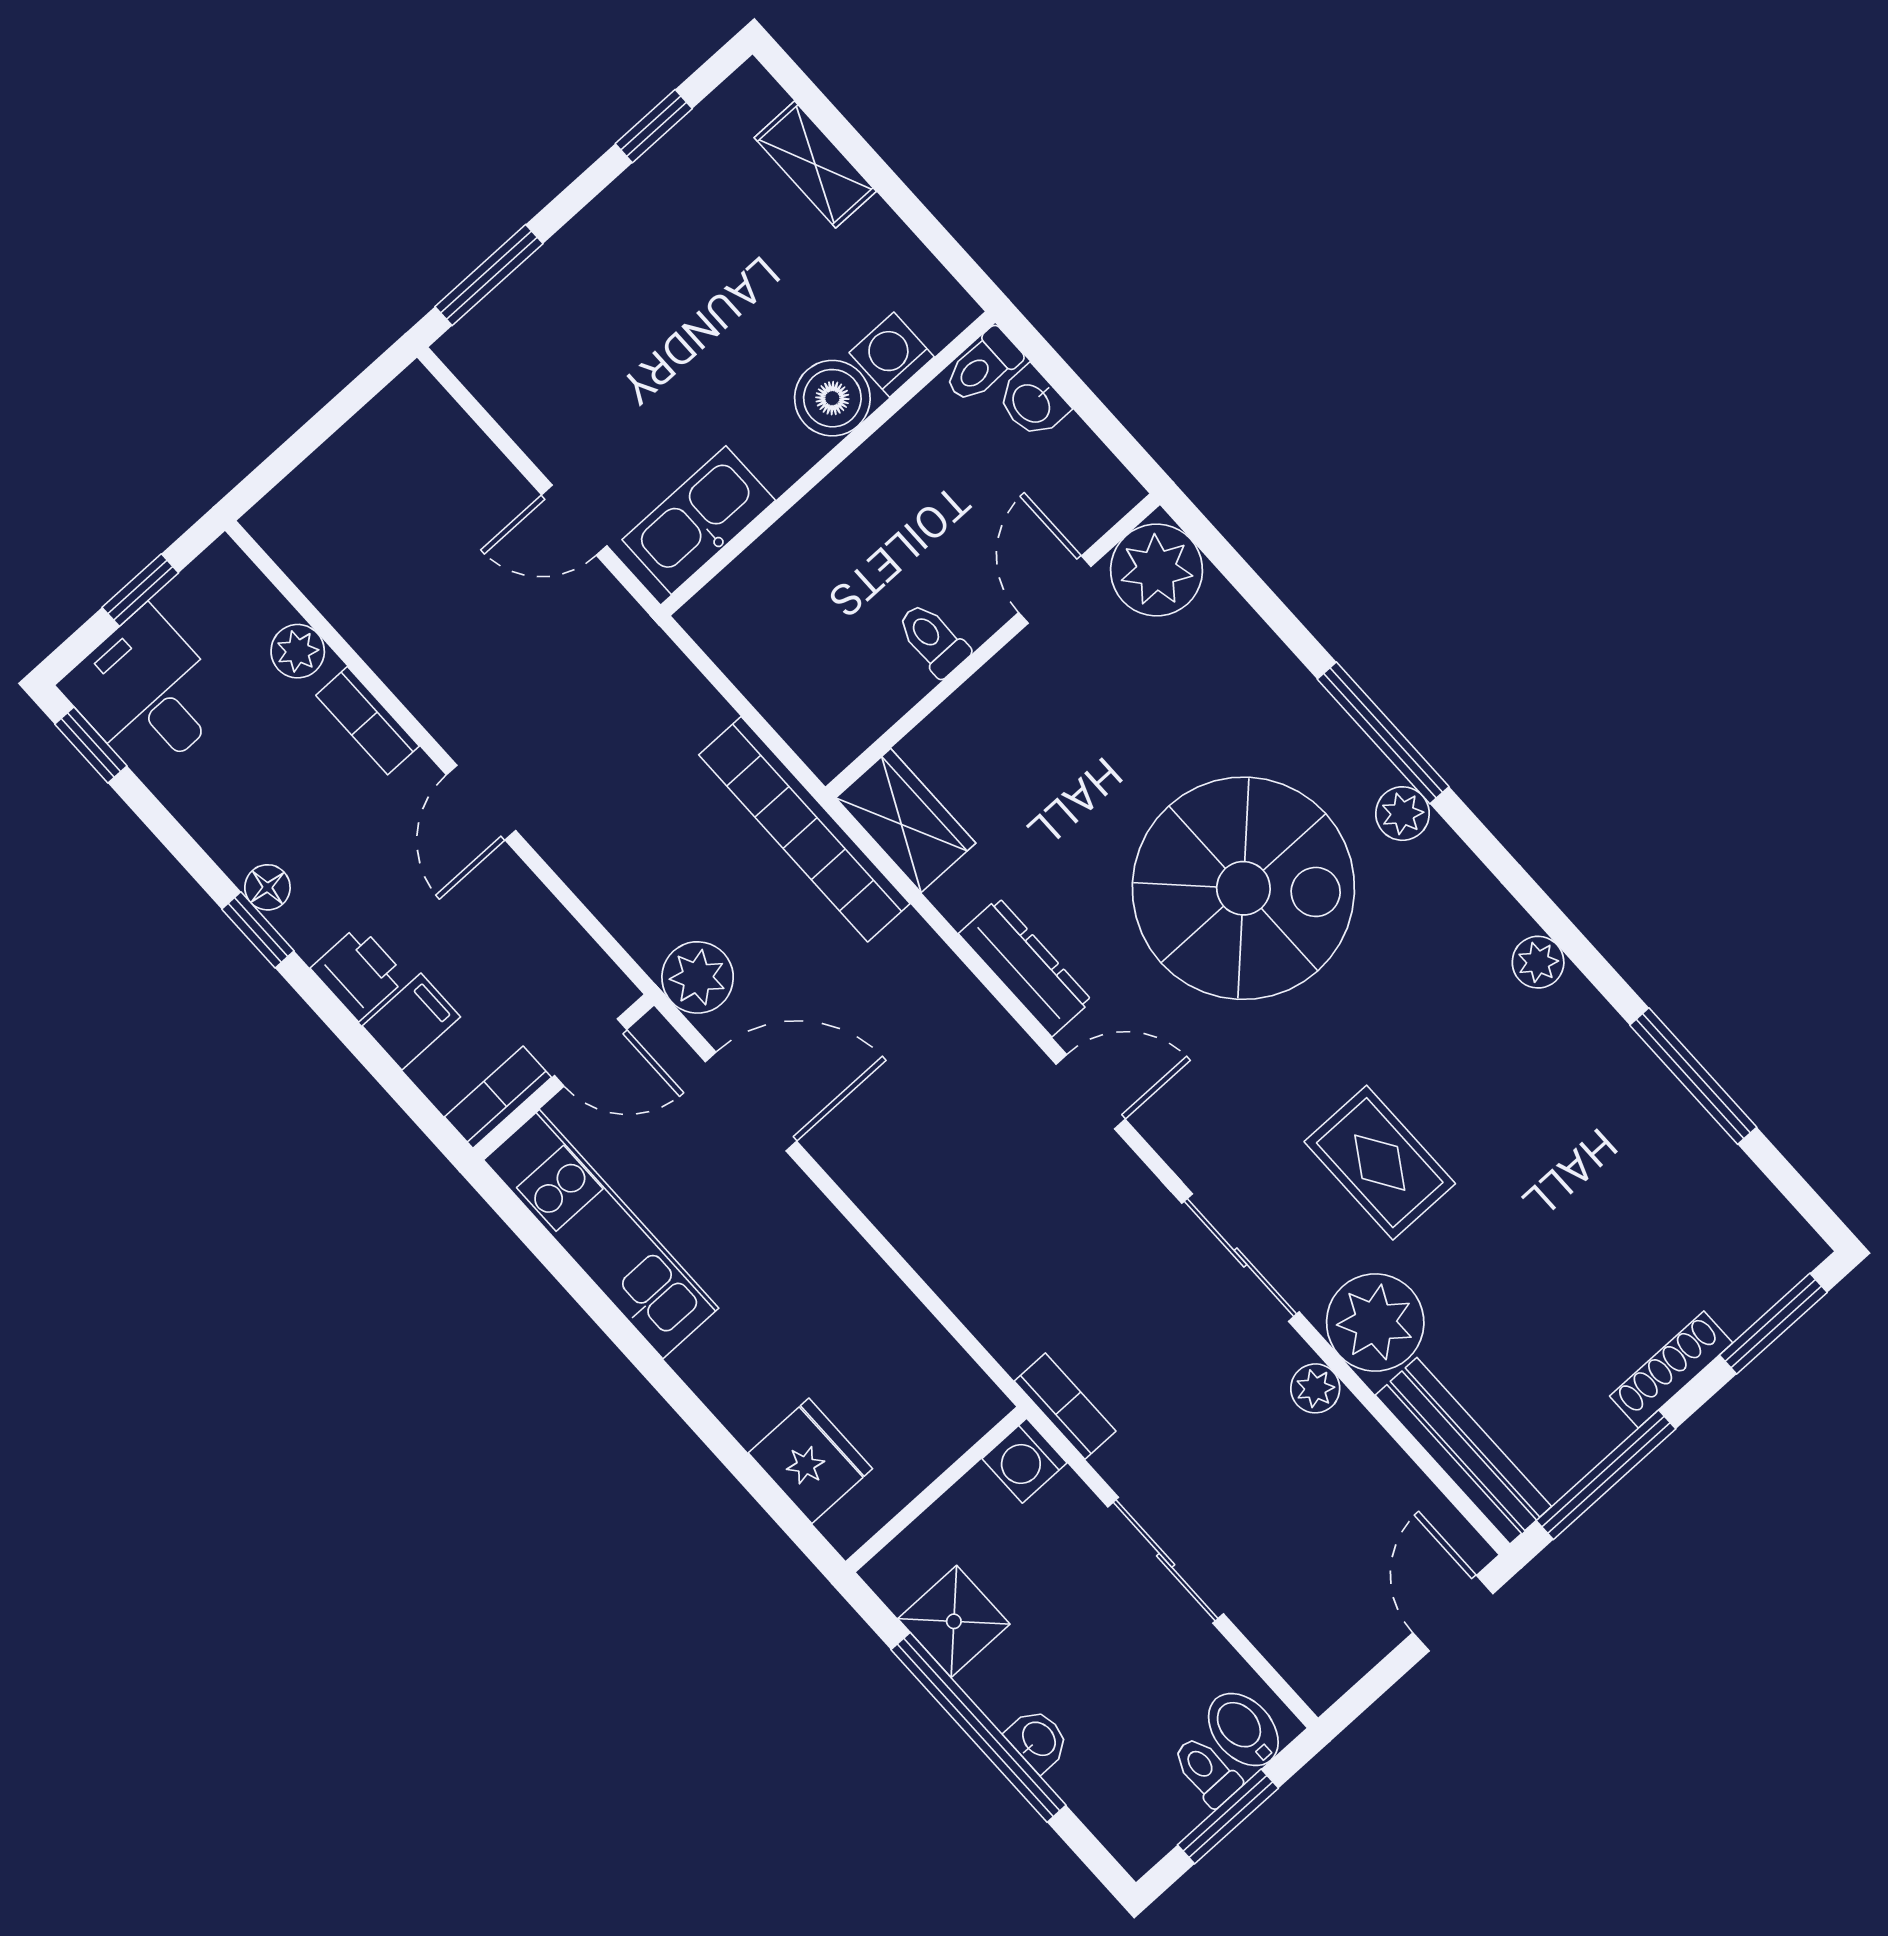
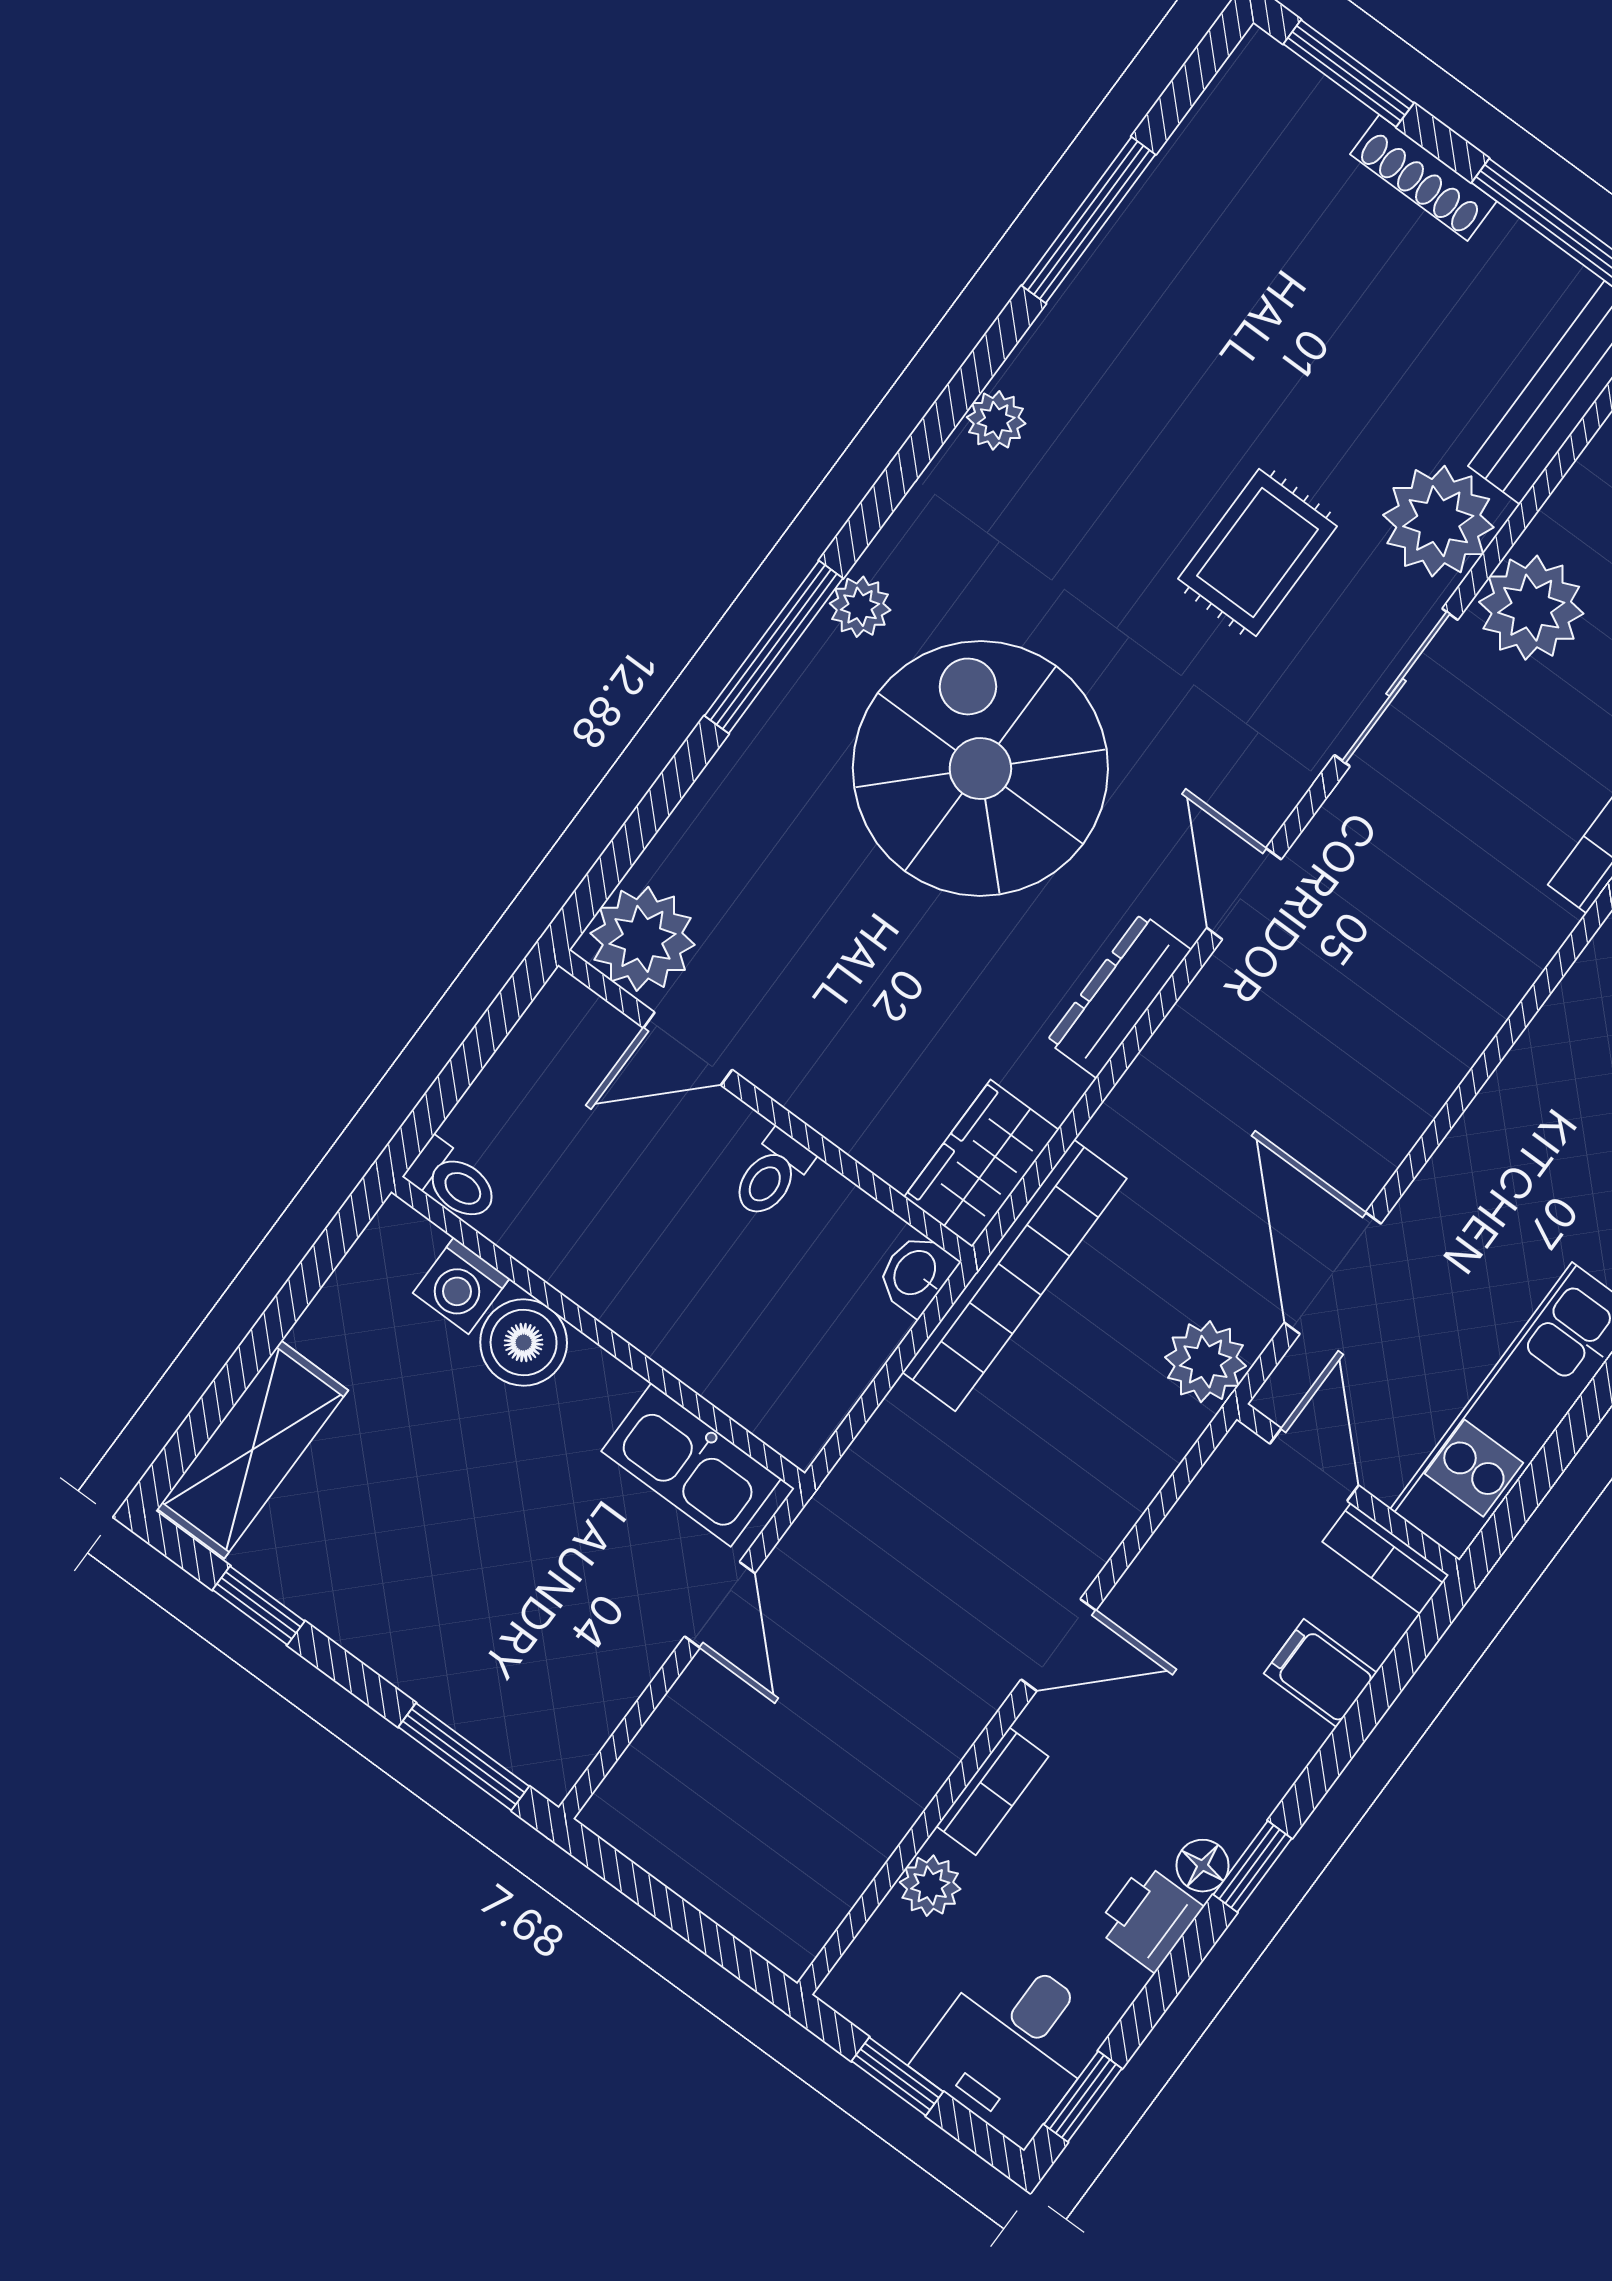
shelving: (815, 165) -> (253, 1450), width x1.50, depth x1.33
washbasin: (1032, 402) -> (916, 1274), moved, turned 180
printer: (359, 973) -> (1149, 1918), moved
plant: (1315, 1388) -> (1531, 608), width x1.87, depth x1.87

